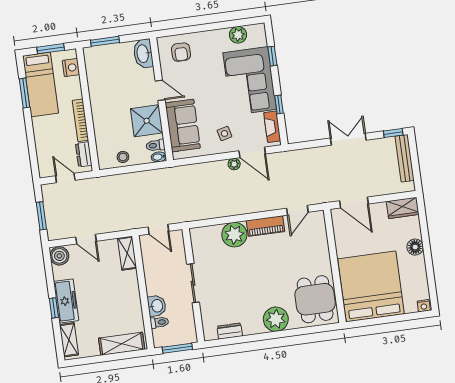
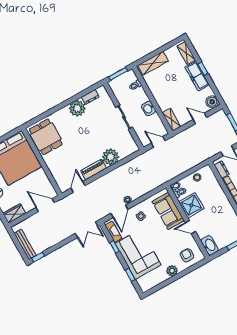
plant: (238, 35) -> (172, 271), moved
double door: (348, 139) -> (87, 230), moved
door: (252, 152) -> (119, 211), swing flipped
washbasin: (157, 306) -> (149, 108), moved
plant: (276, 319) -> (77, 108), moved

